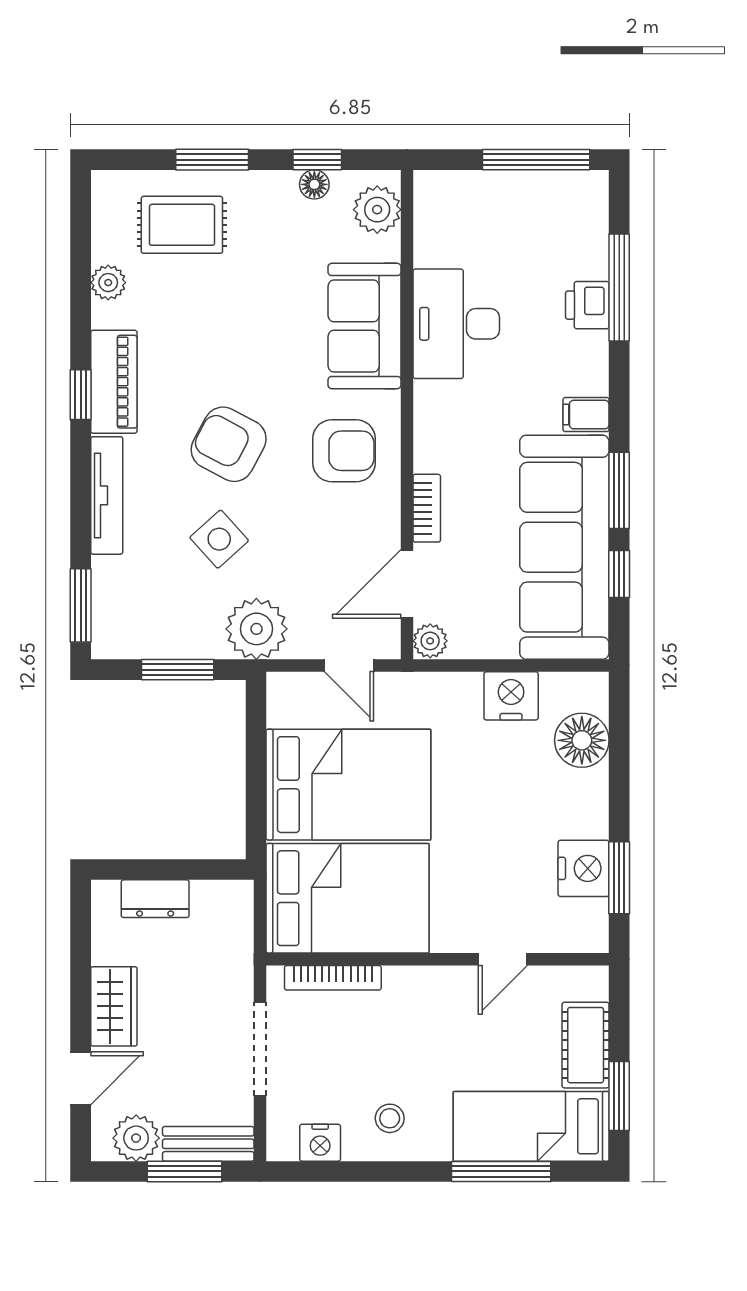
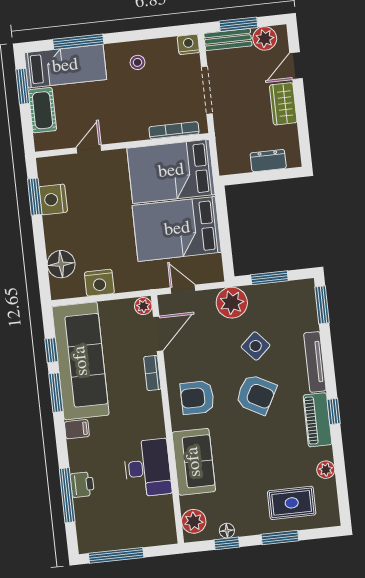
nightstand: (320, 1143) -> (188, 44), moved

